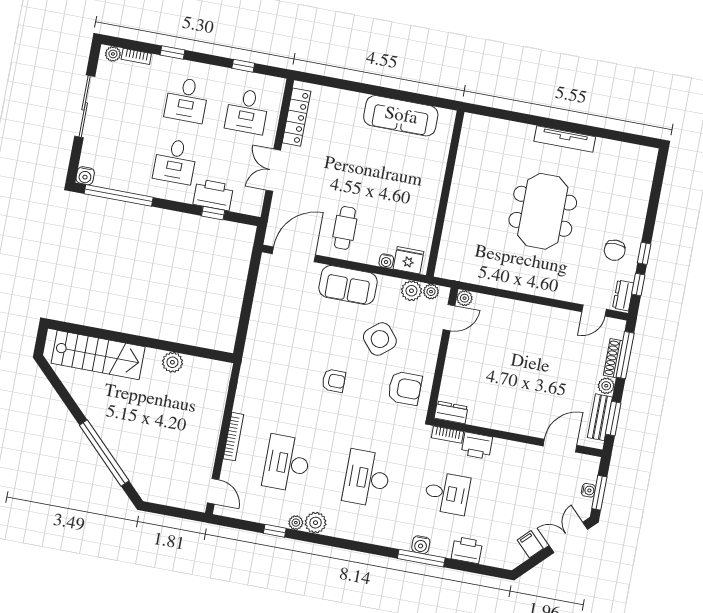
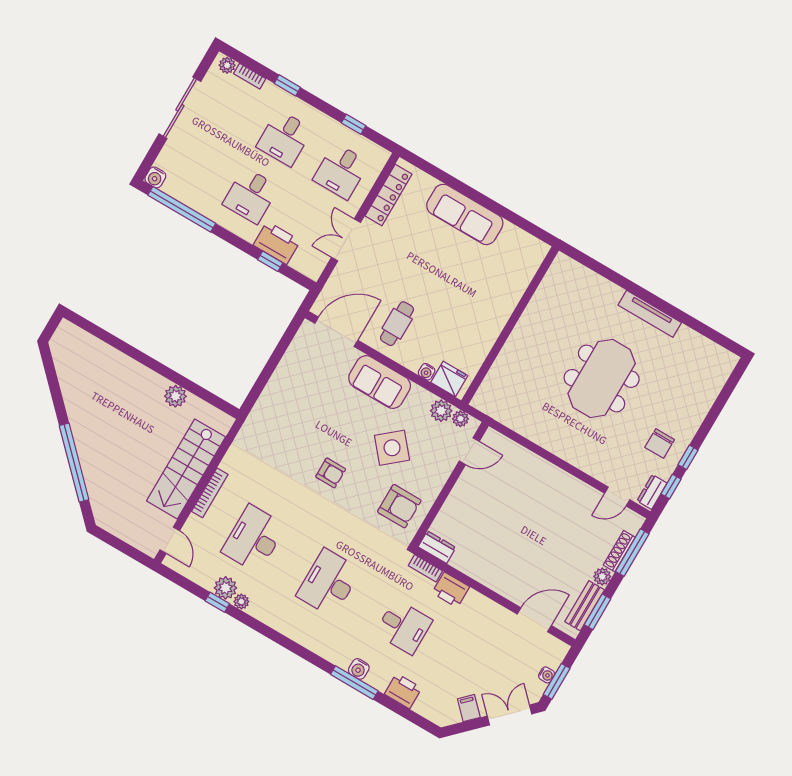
sofa: (401, 116) -> (465, 214), moved
plant: (465, 298) -> (492, 437), removed
stairs: (98, 355) -> (186, 469), moved, turned 90
plant: (316, 523) -> (225, 588), moved

